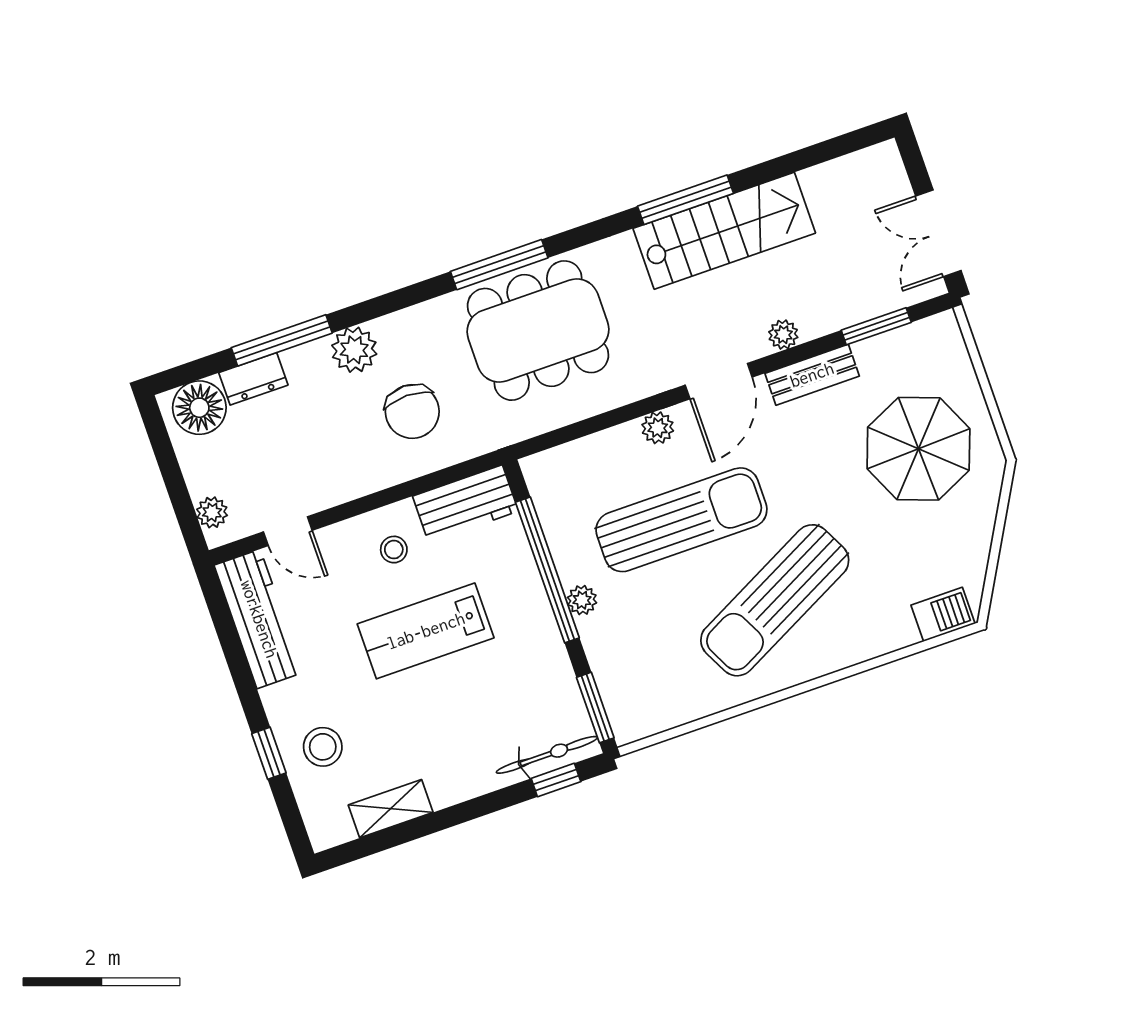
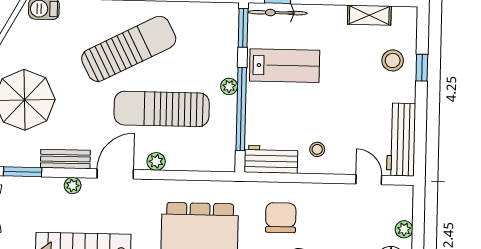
plant: (212, 512) -> (404, 229), moved
lab bench: (426, 631) -> (285, 66), moved

